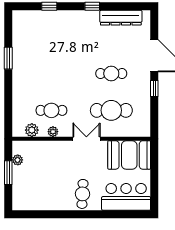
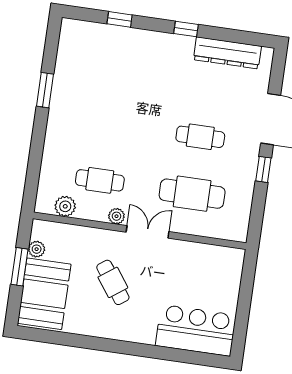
plant: (53, 132) -> (116, 216), moved
booth: (129, 155) -> (44, 294), moved, turned 90
cafe table: (82, 194) -> (113, 282), moved, turned -39

